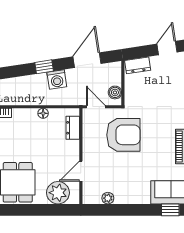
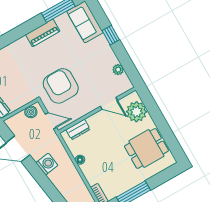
window: (44, 67) -> (42, 180), removed
door: (96, 107) -> (51, 121), swing flipped
window: (170, 210) -> (111, 35), moved

